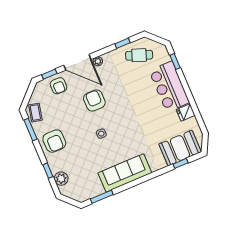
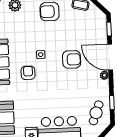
door: (77, 62) -> (110, 57), hinge flipped
armchair: (59, 86) -> (28, 73), moved, turned 90

